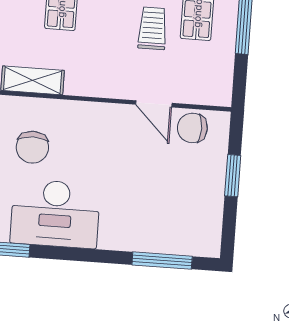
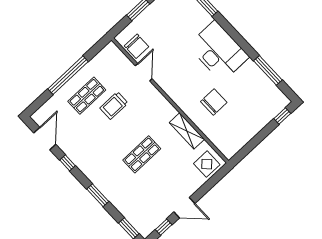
desk: (55, 214) -> (218, 51), moved

